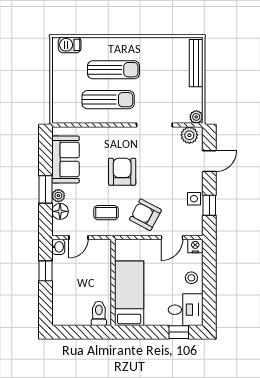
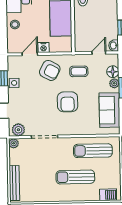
sun lounger: (108, 100) -> (93, 151), moved
nightstand: (195, 246) -> (43, 47), moved

